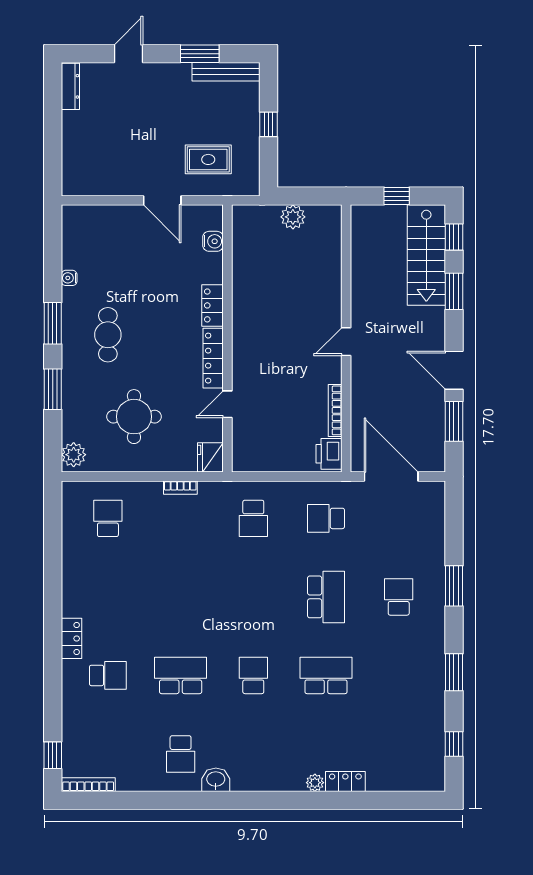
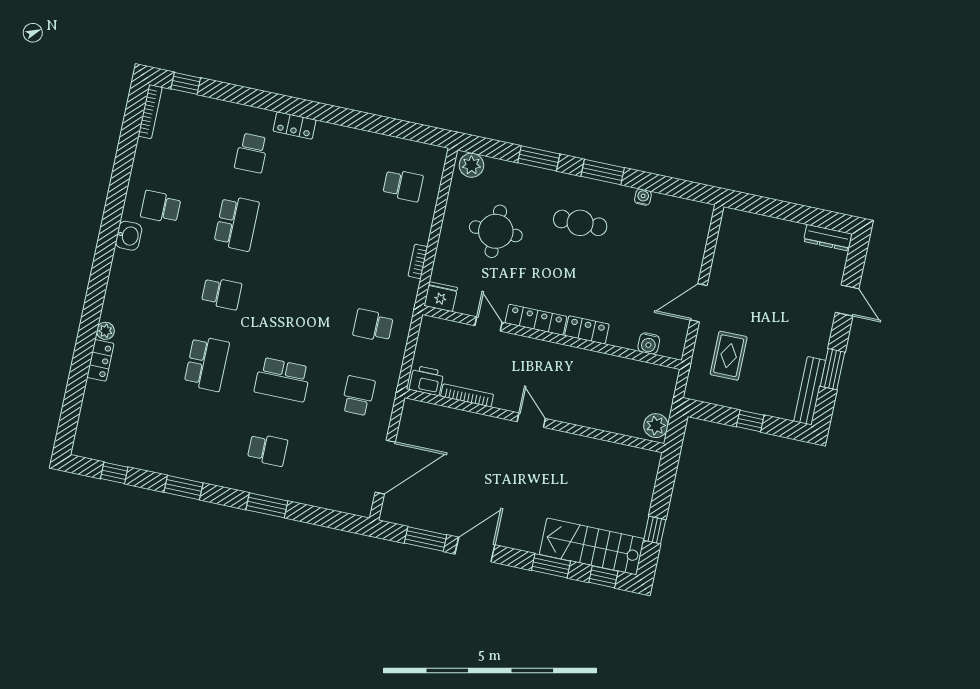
wall: (346, 338) -> (534, 421), moved
door: (346, 342) -> (531, 420), moved
bookcase: (335, 410) -> (467, 395), moved
printer: (329, 454) -> (427, 380), moved

